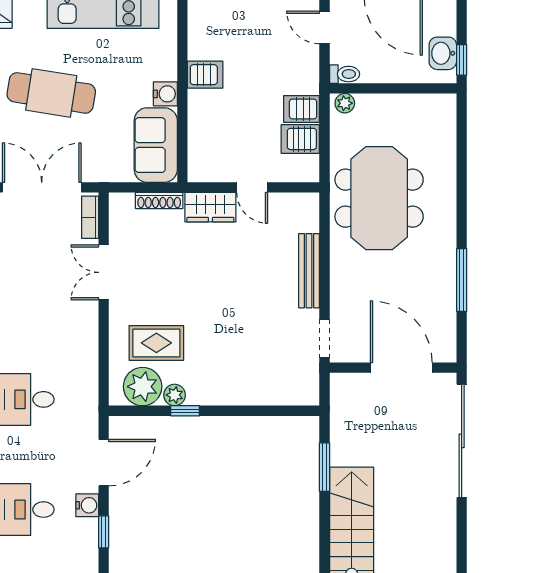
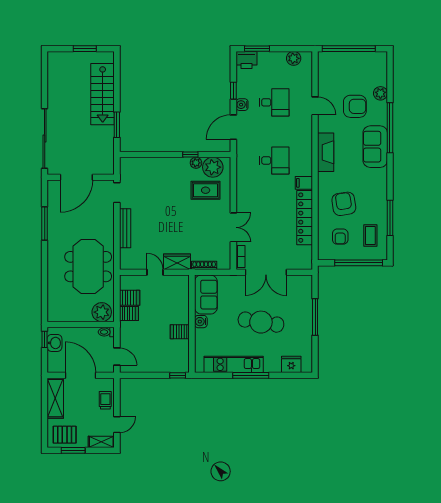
plant: (345, 103) -> (102, 312), width x1.87, depth x1.87
door: (401, 368) -> (76, 177), hinge flipped

